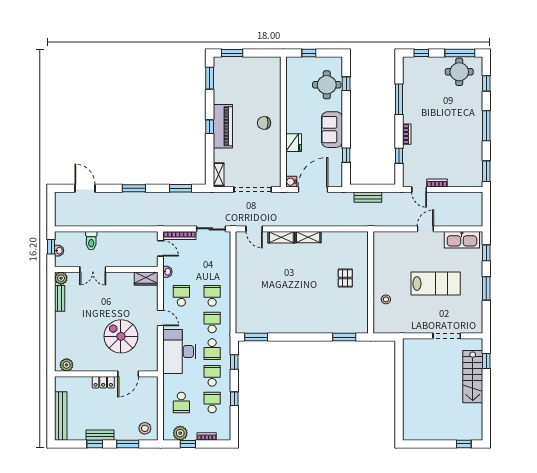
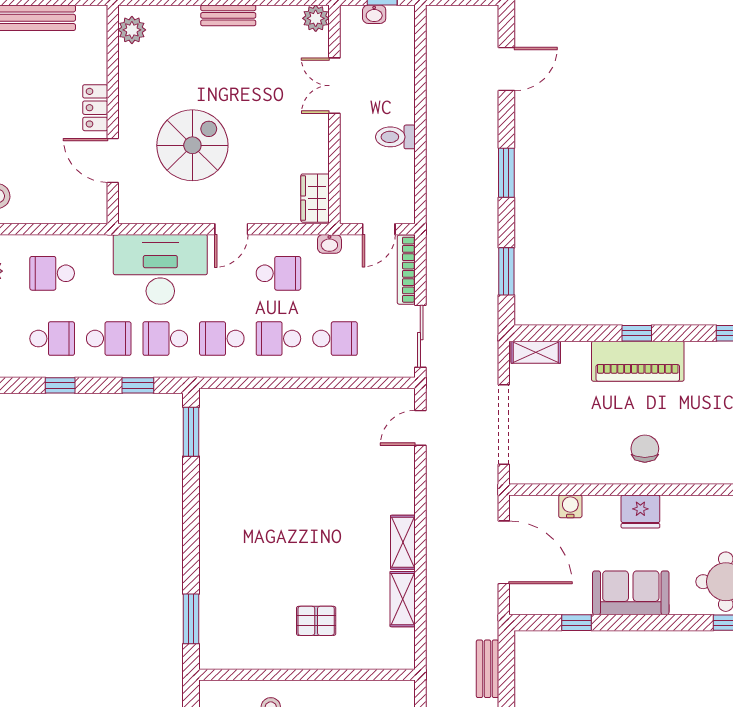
fridge: (294, 143) -> (640, 511), moved
water cooler: (291, 182) -> (570, 506), moved
shelving: (281, 237) -> (403, 599), moved
toilet: (91, 241) -> (395, 137), moved
school desk: (212, 269) -> (335, 339), added
school desk: (212, 296) -> (278, 339), turned 180
bench: (60, 298) -> (228, 15), moved
school desk: (212, 322) -> (222, 339), turned 180

